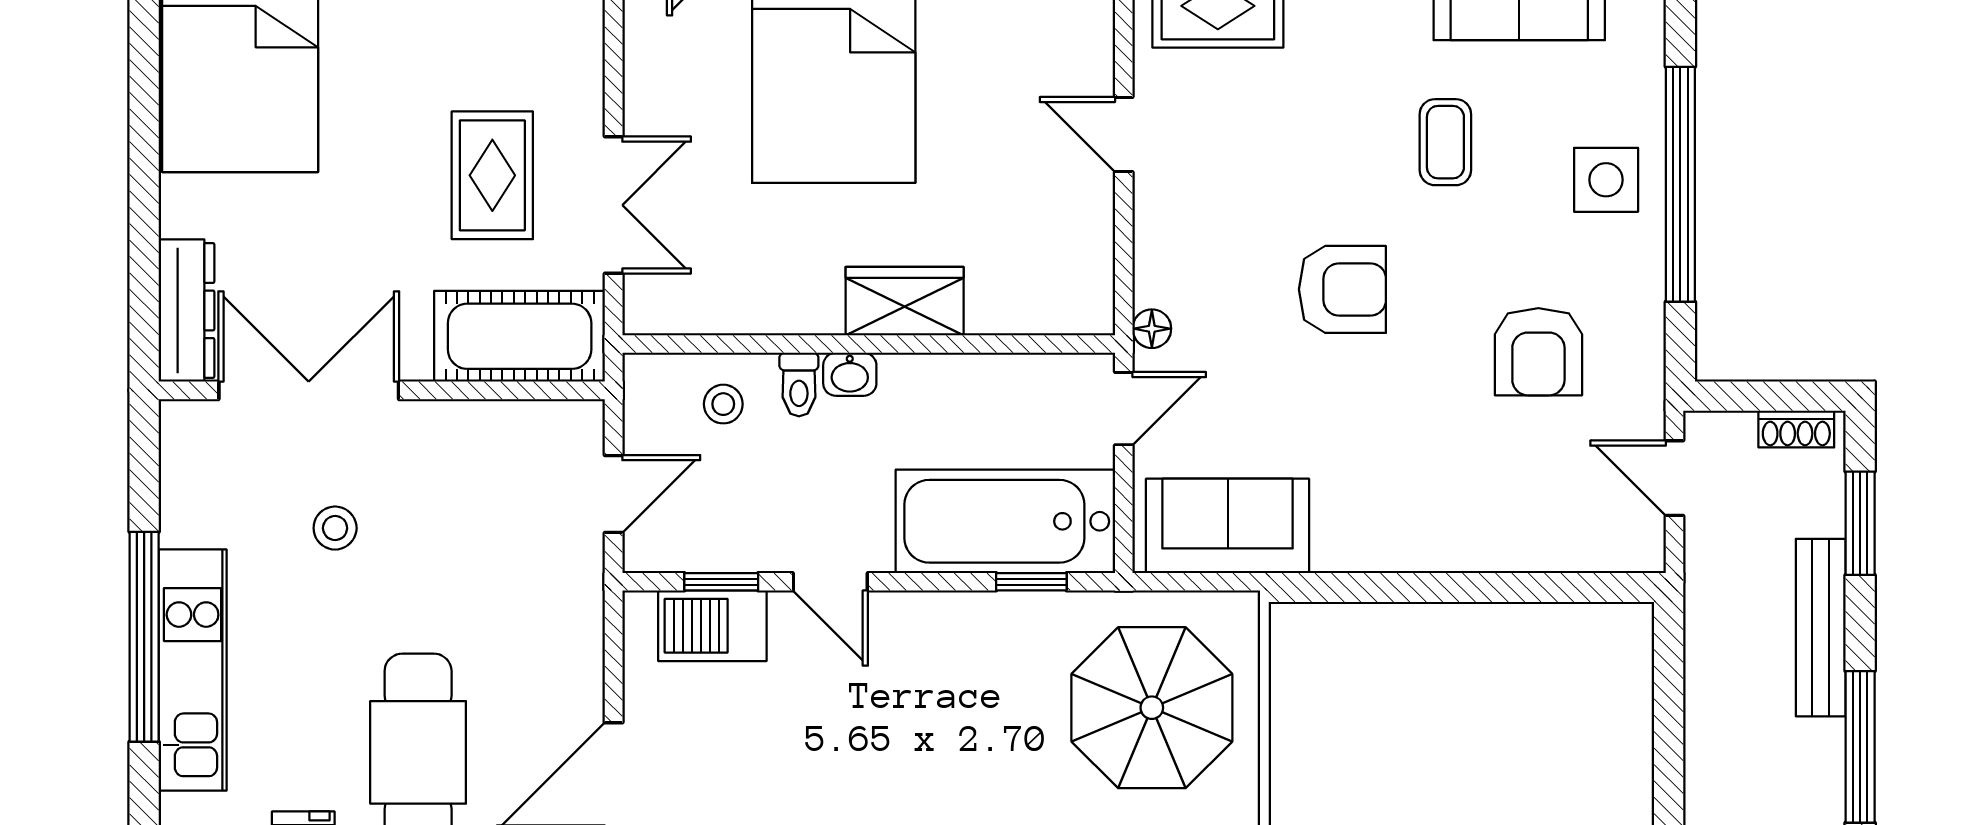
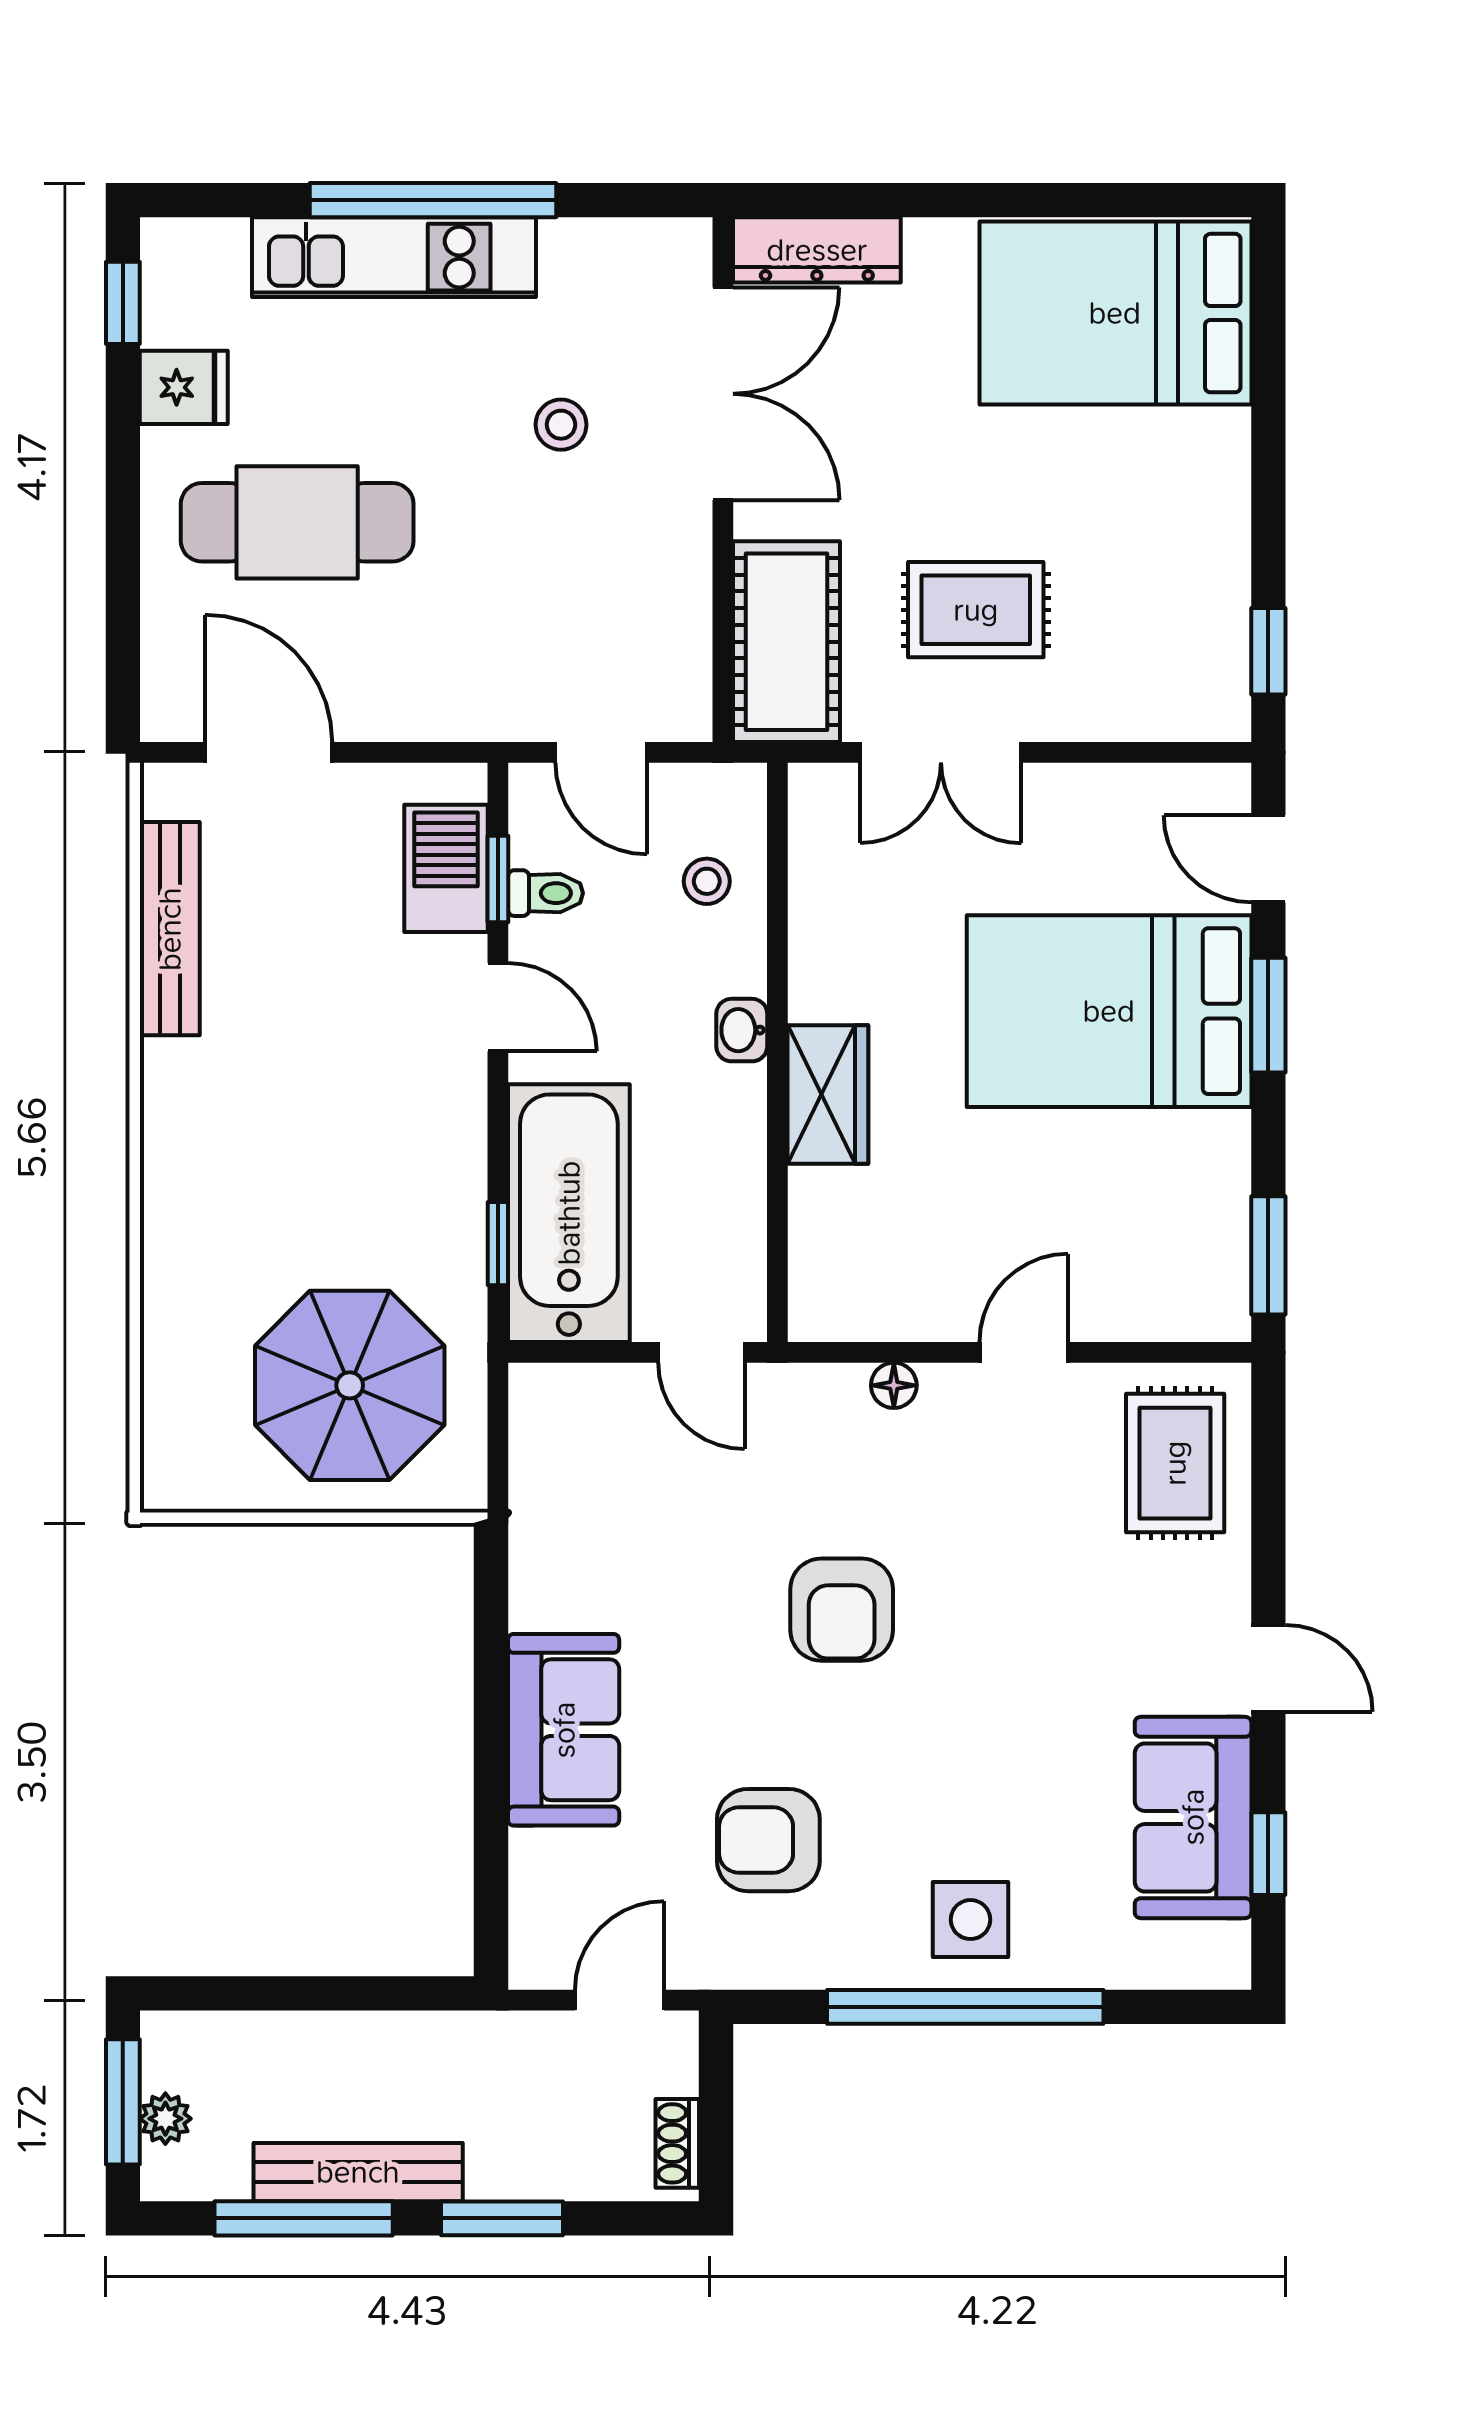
coffee table: (1445, 142) -> (1015, 1731), removed
floor lamp: (1152, 329) -> (894, 1385), moved
toilet: (799, 384) -> (545, 893), moved, turned 180
window: (1860, 523) -> (502, 2218), moved
sofa: (1228, 526) -> (564, 1730), moved
door: (830, 582) -> (498, 1007), swing flipped
bench: (1821, 628) -> (358, 2172), moved

